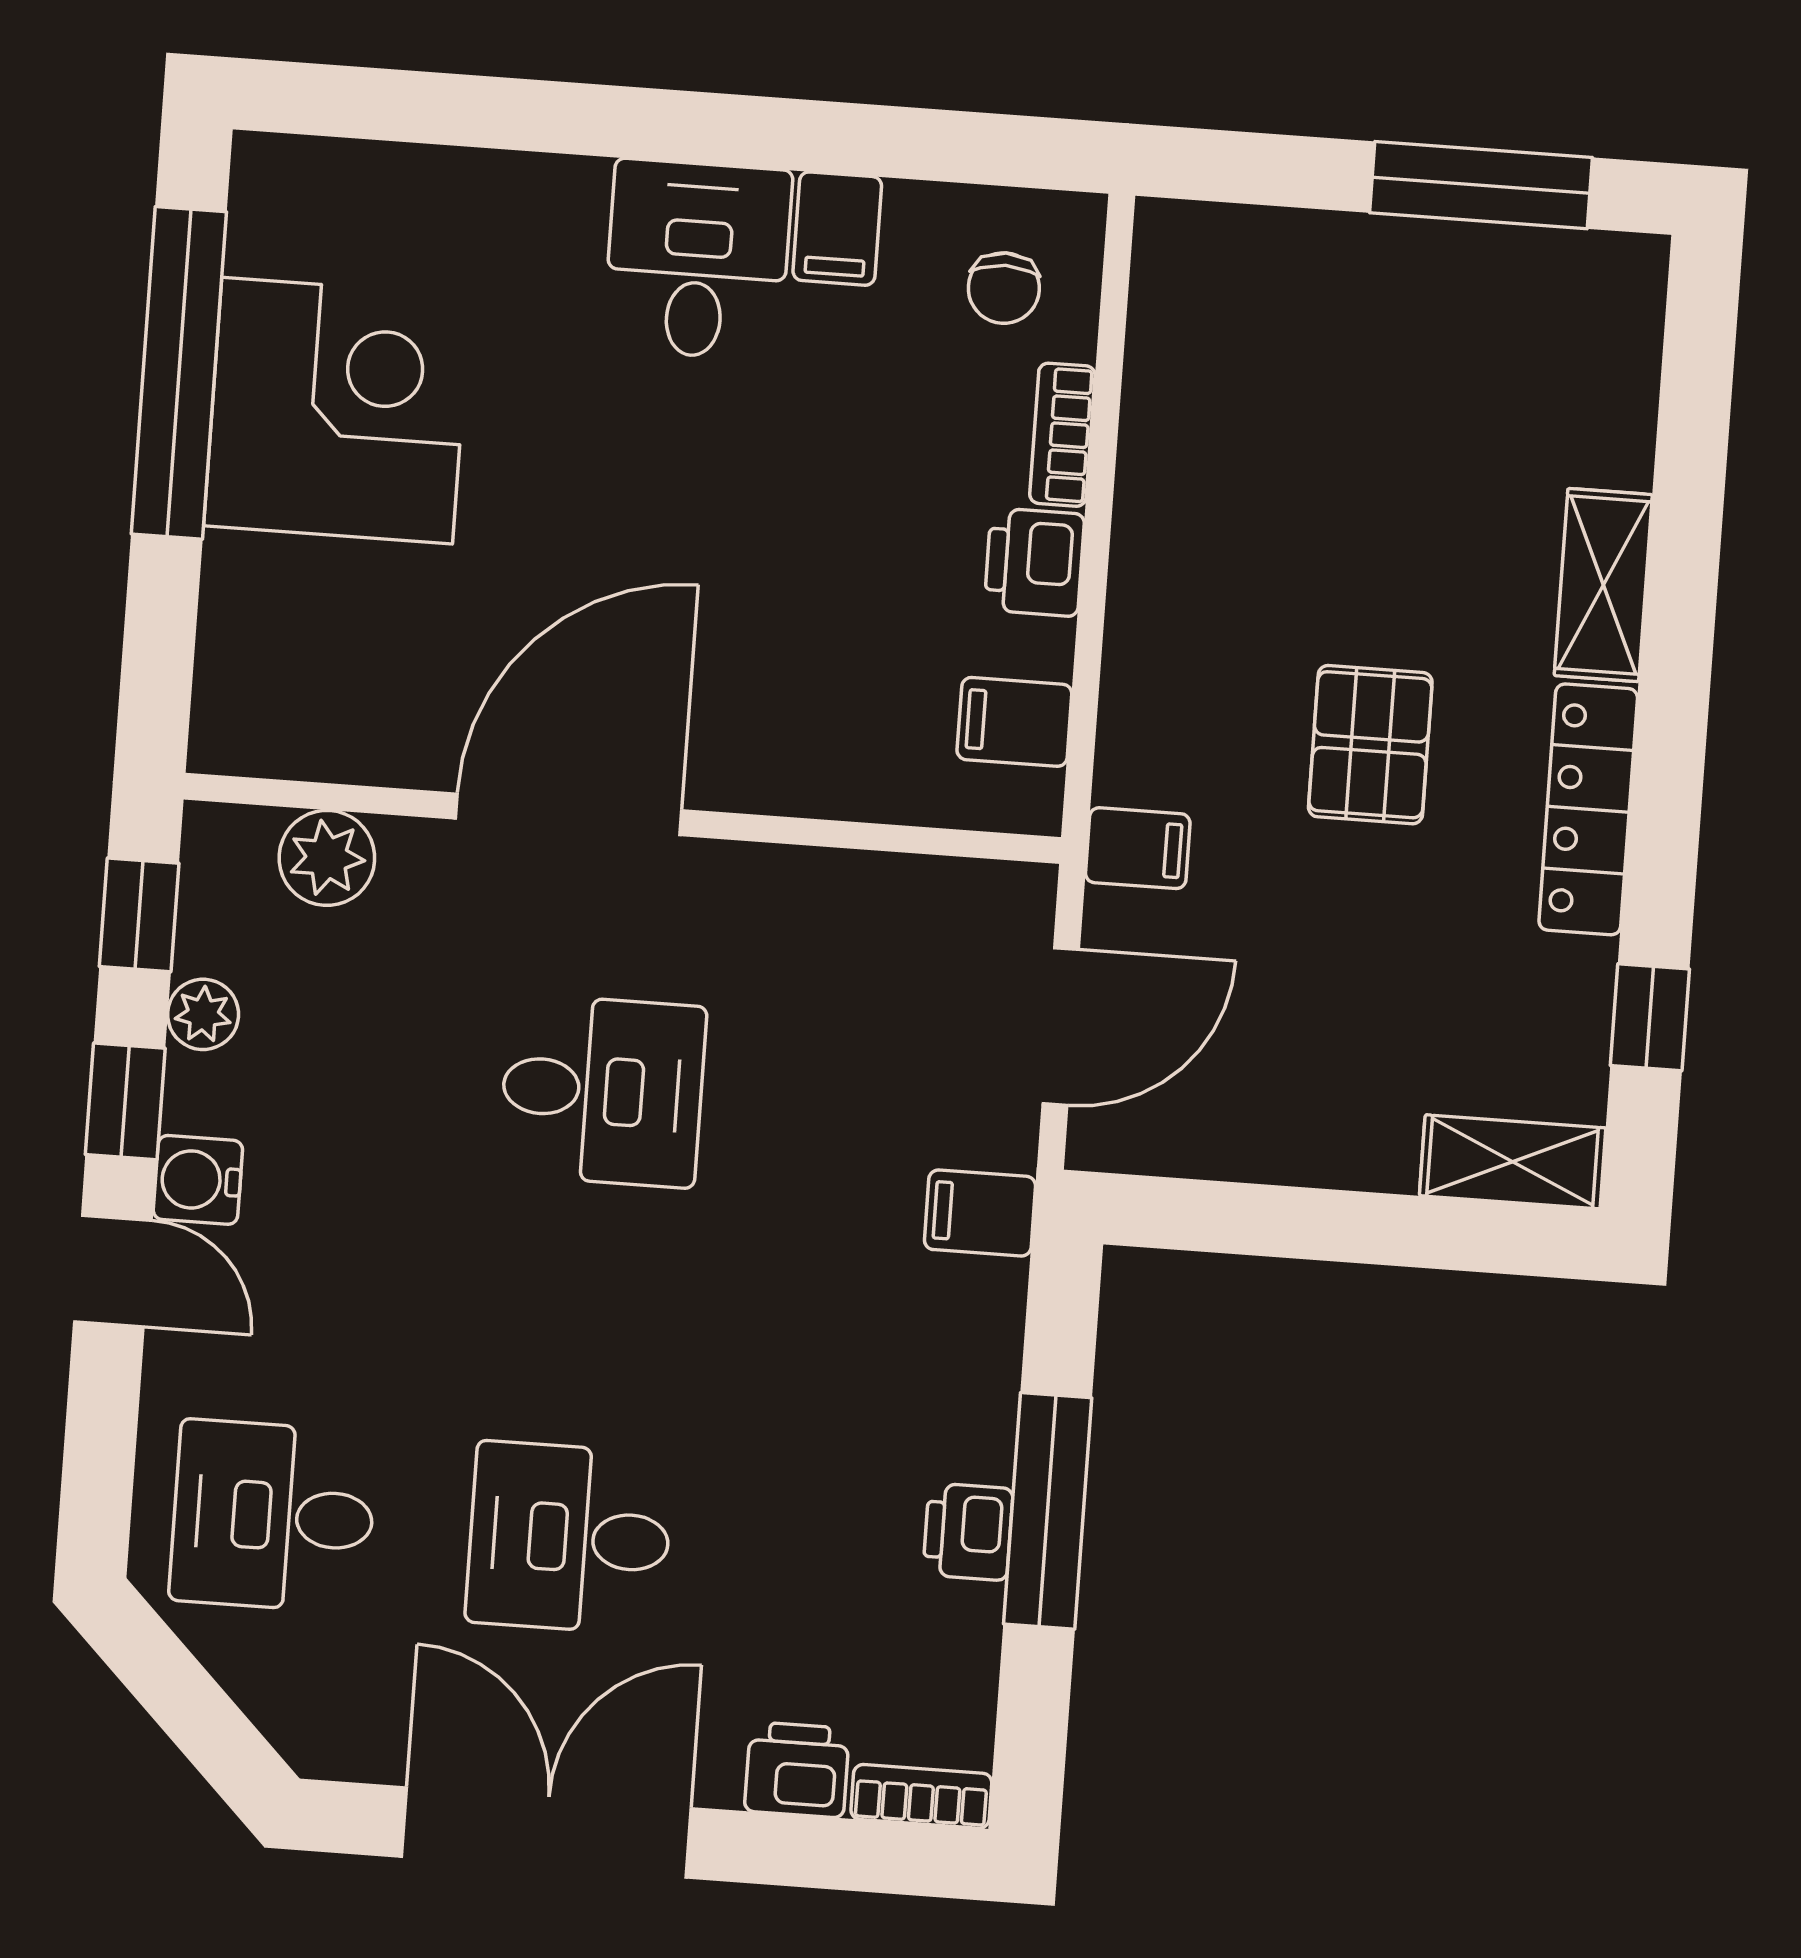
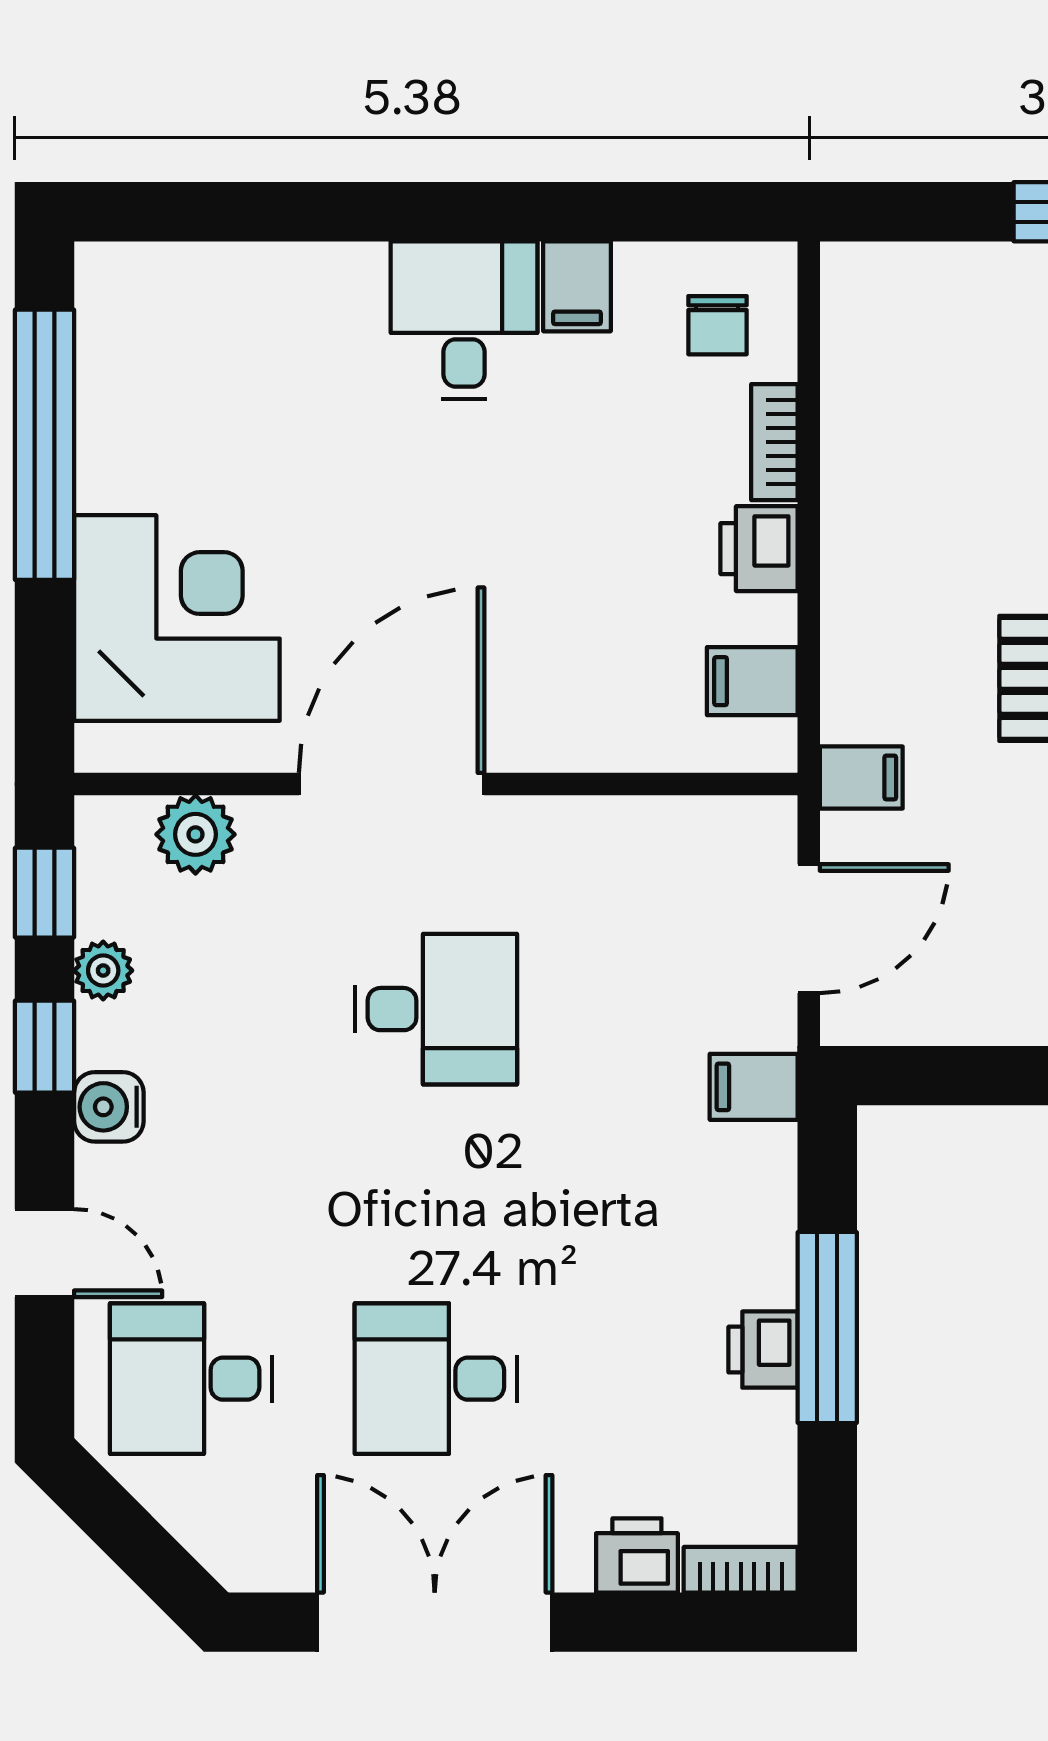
corner desk: (337, 411) -> (177, 618), moved
door: (113, 1271) -> (45, 1253), moved

